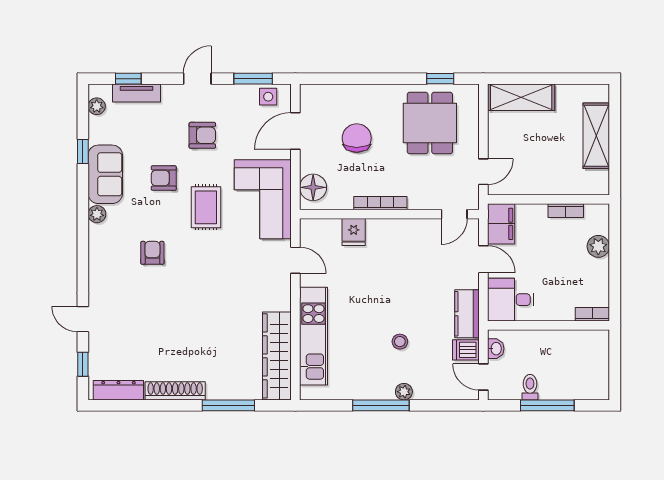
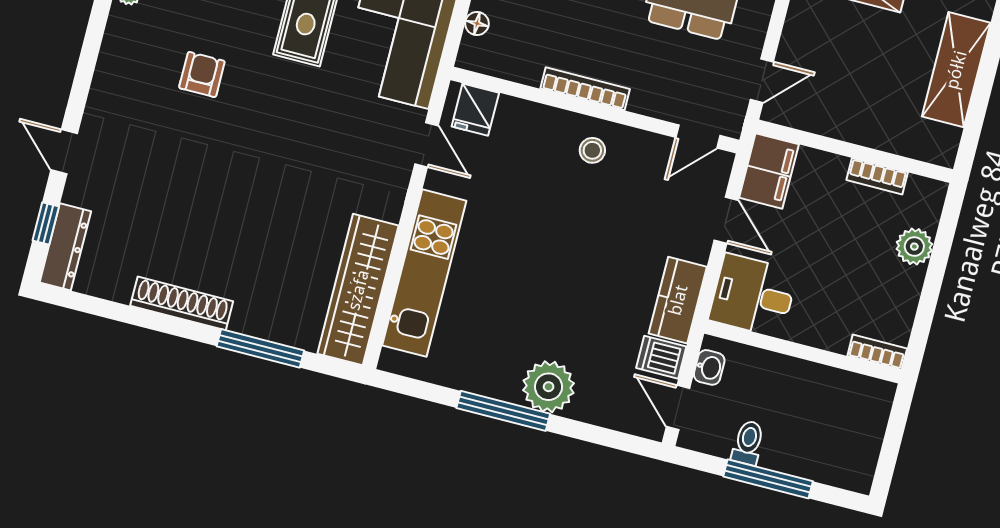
floor lamp: (313, 187) -> (477, 23), width x0.53, depth x0.53
fridge: (354, 232) -> (475, 110), moved
stool: (400, 342) -> (592, 150), moved
dresser: (118, 390) -> (65, 247), moved, turned 90
plant: (404, 392) -> (549, 387), width x1.88, depth x1.88

